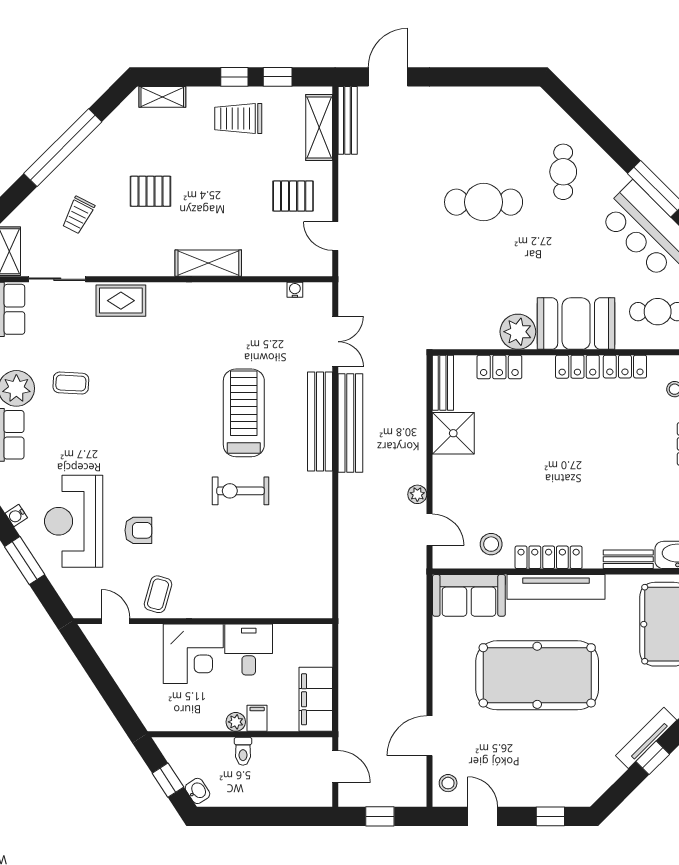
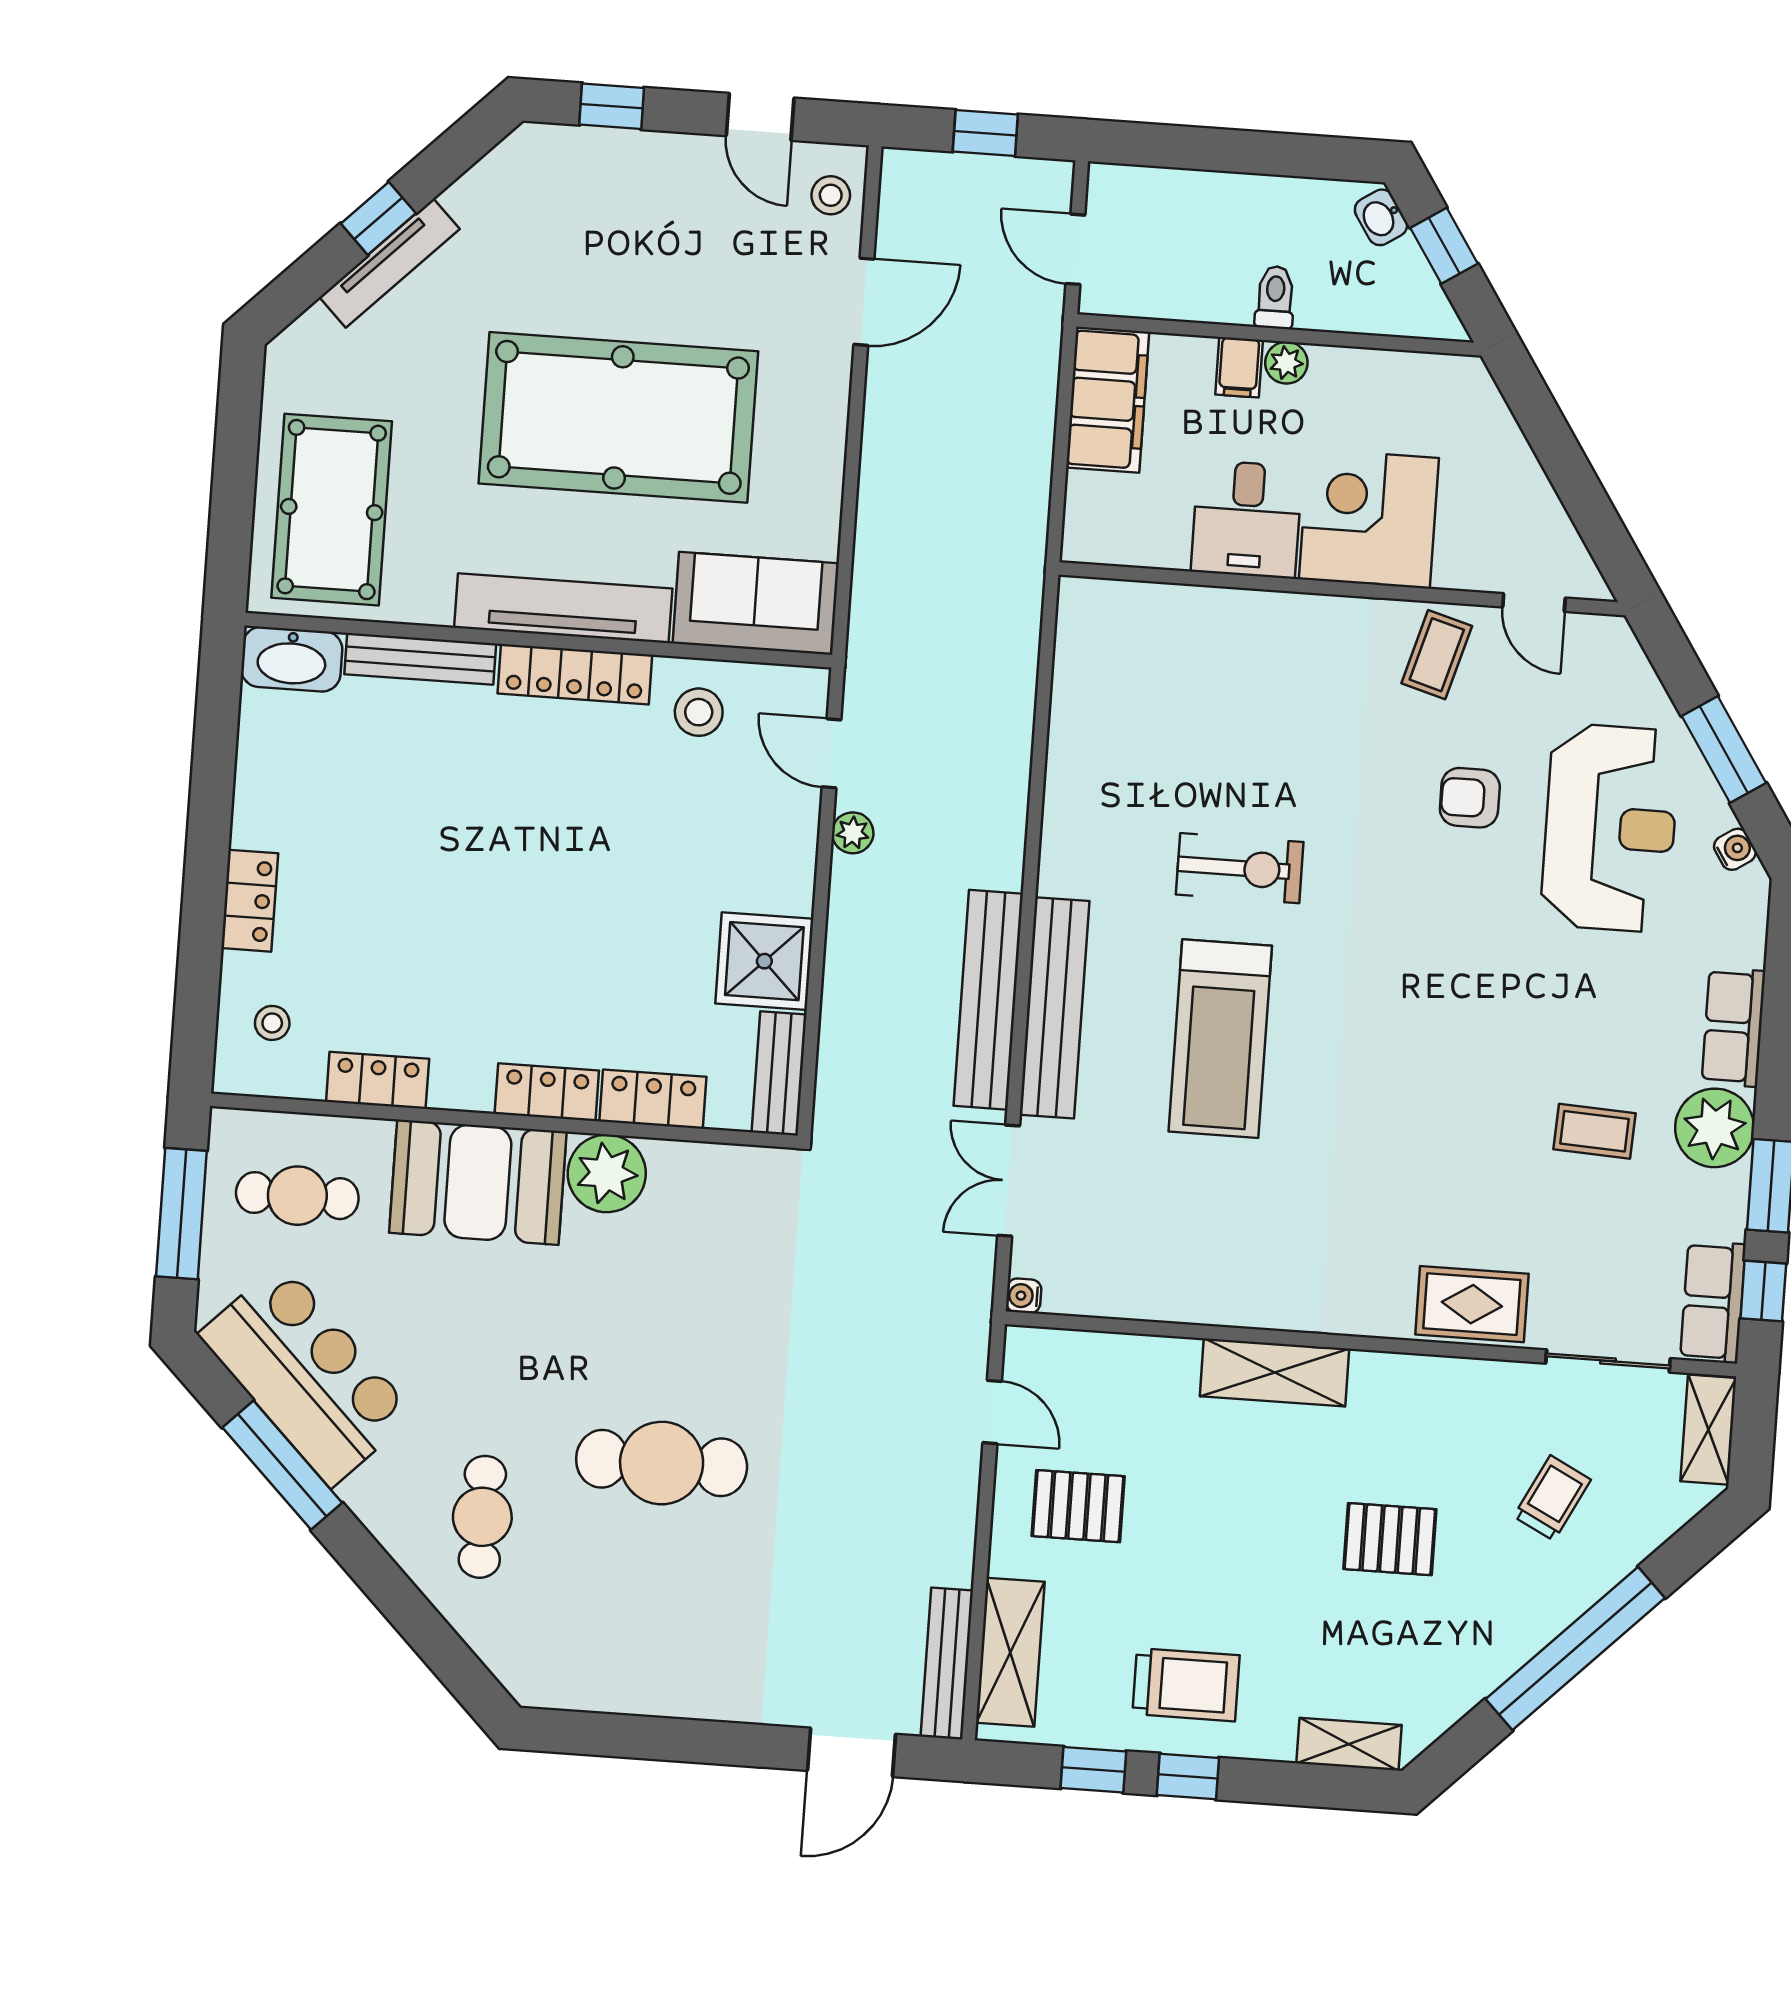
water cooler: (295, 290) -> (1024, 1296), moved, turned 90
locker: (577, 367) -> (547, 1092), moved
bench: (628, 559) -> (420, 659), width x1.36

